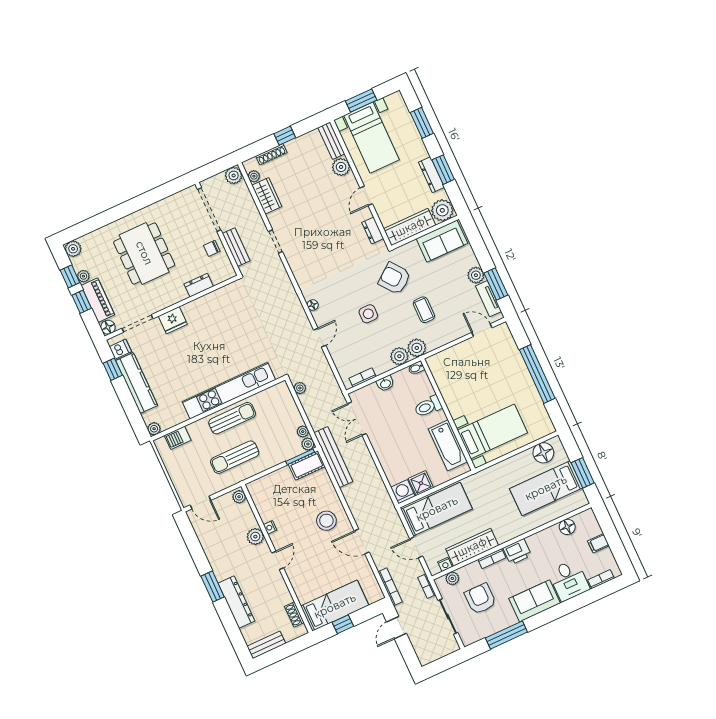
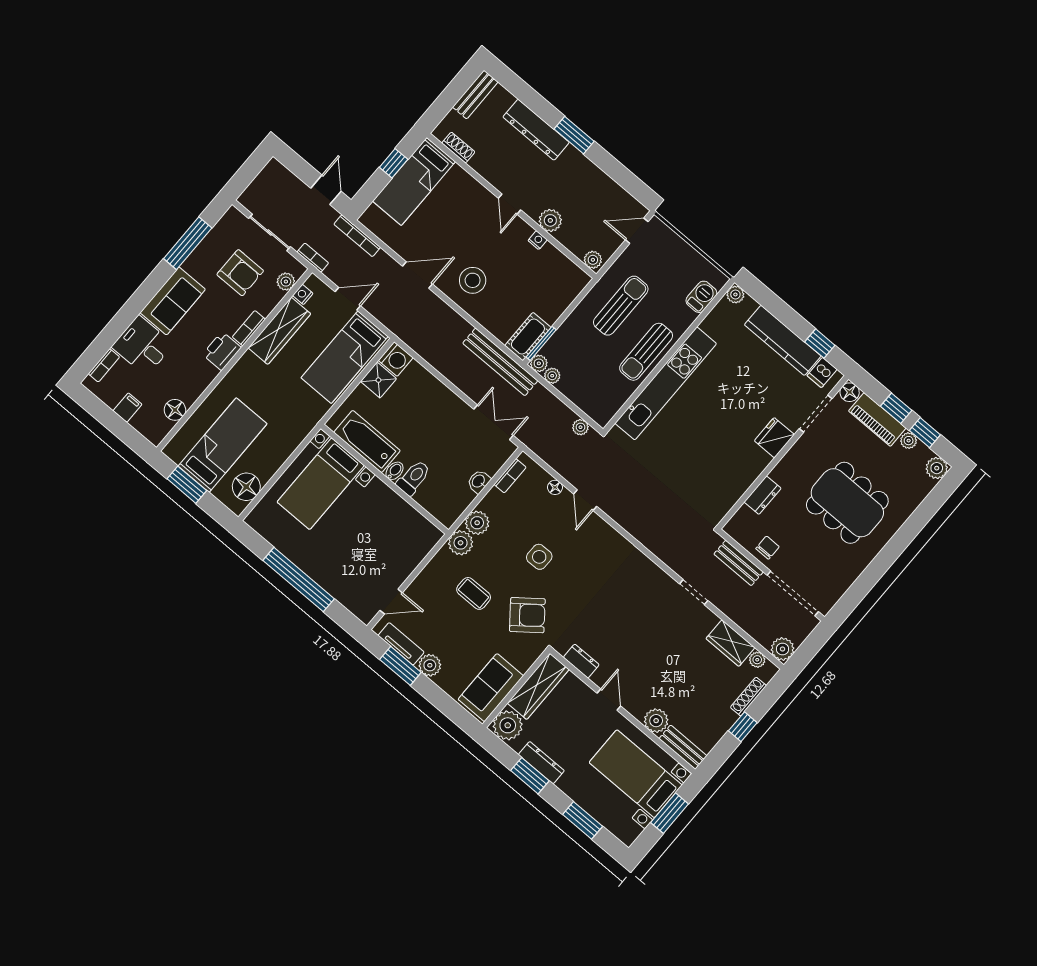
floor lamp: (313, 305) -> (555, 487), moved
bidet: (416, 368) -> (394, 471), moved

